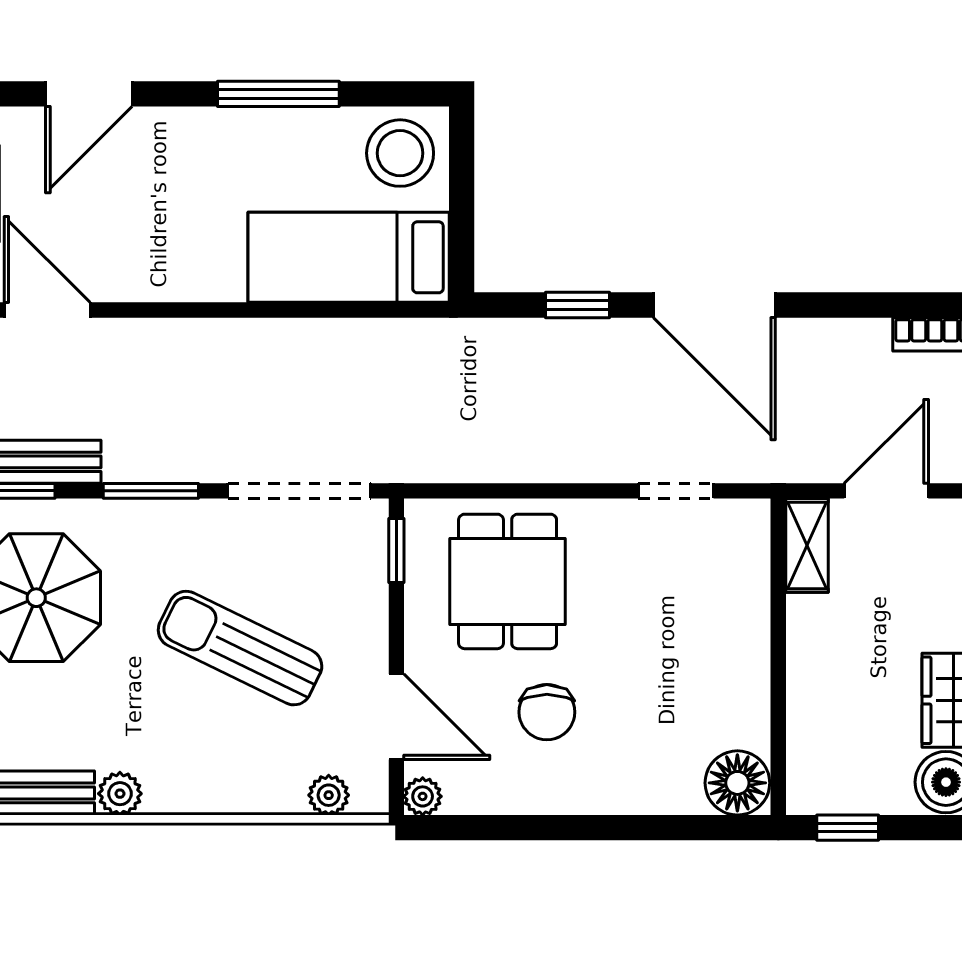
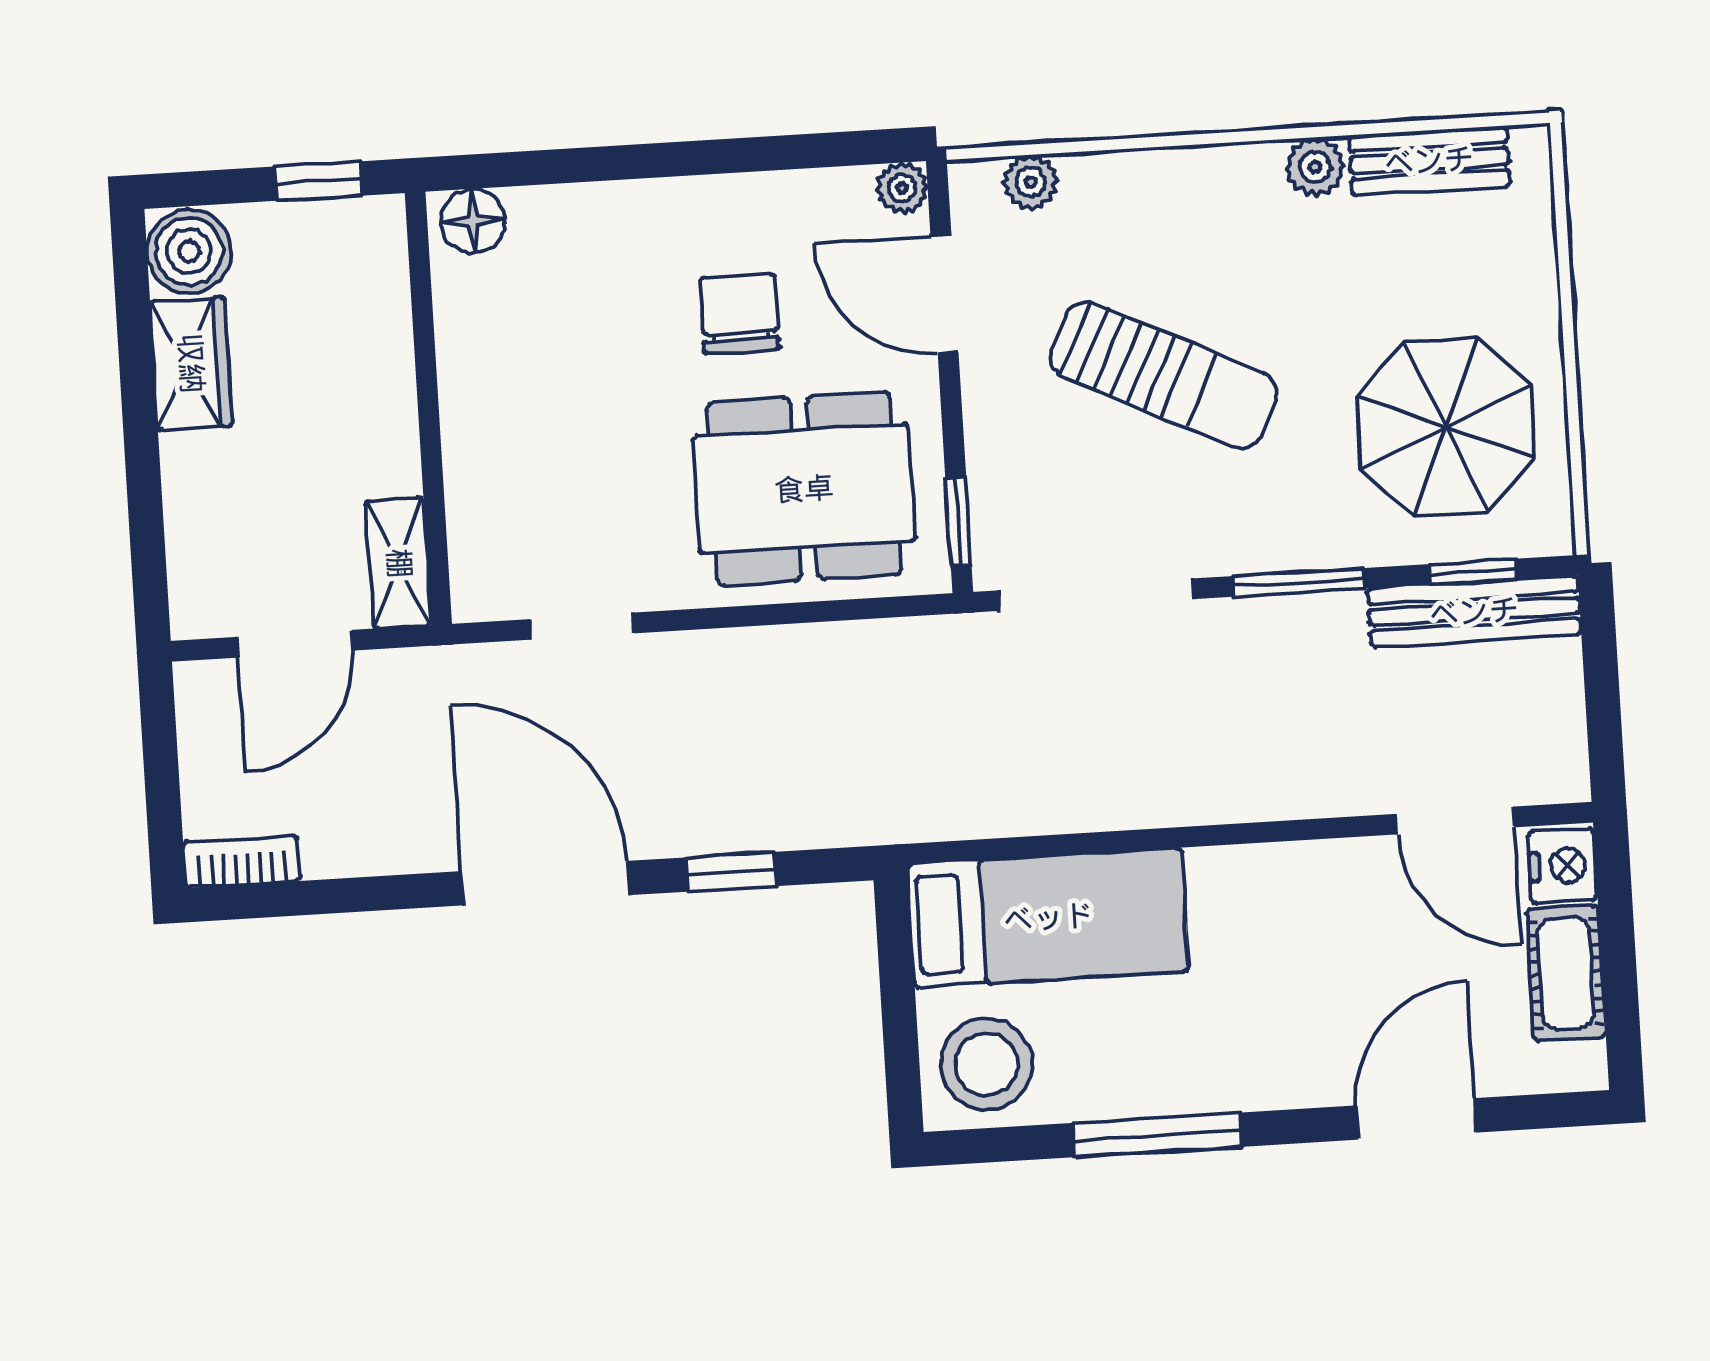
dining table: (508, 581) -> (804, 489), width x1.38
floor lamp: (737, 783) -> (473, 221), width x0.73, depth x0.73

